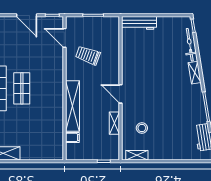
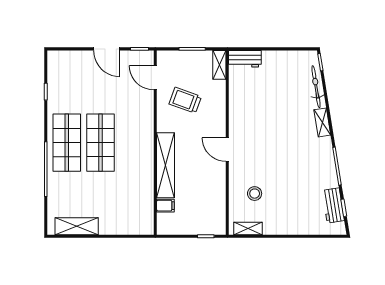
workbench: (139, 23) -> (245, 59), width x0.73
shop shelf: (22, 88) -> (101, 143), width x1.43, depth x1.36
shelving: (114, 123) -> (219, 65), moved

